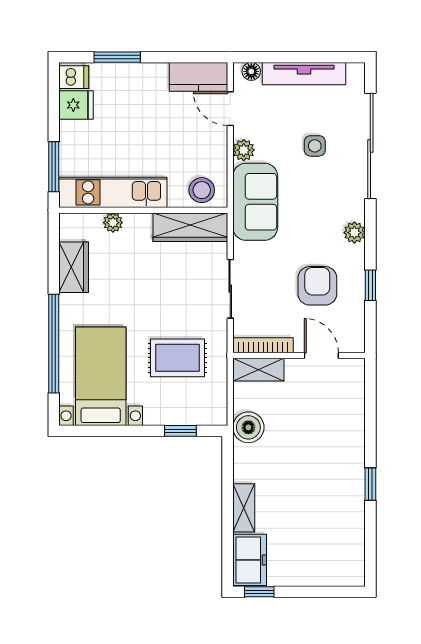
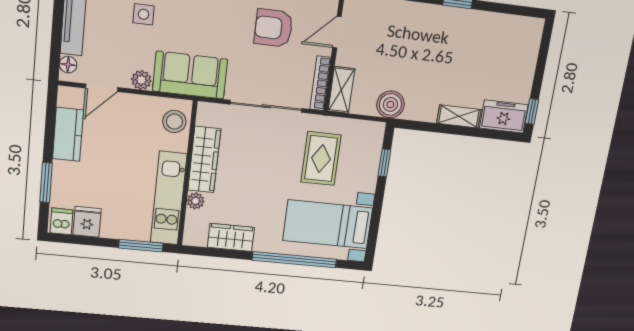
kitchen counter: (199, 77) -> (68, 134), moved
wardrobe: (190, 227) -> (204, 160), moved
sliding door: (230, 289) -> (266, 106), width x1.37

